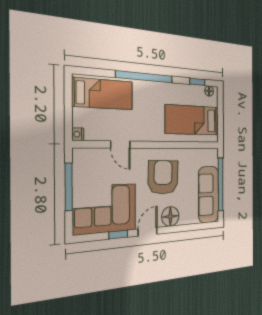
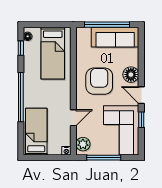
plant: (87, 157) -> (83, 144), added
armchair: (163, 177) -> (99, 81), turned 88

